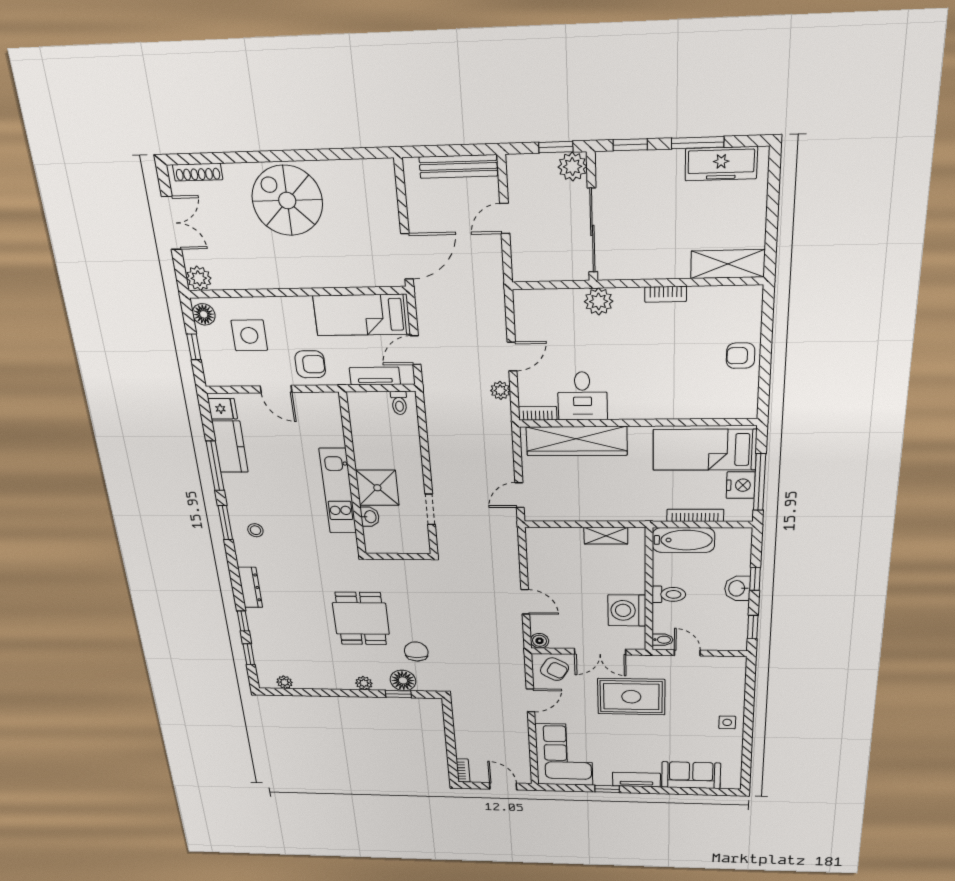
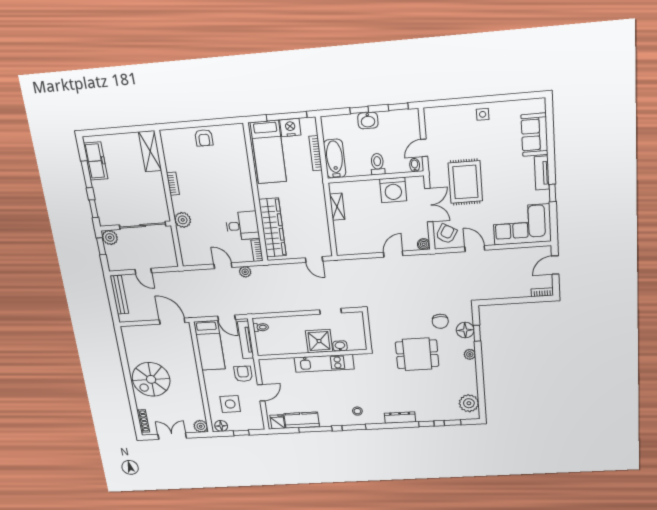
tv unit: (375, 376) -> (246, 340), width x1.41
chair: (416, 651) -> (440, 321), turned -90
plant: (285, 682) -> (469, 403), width x1.87, depth x1.87

